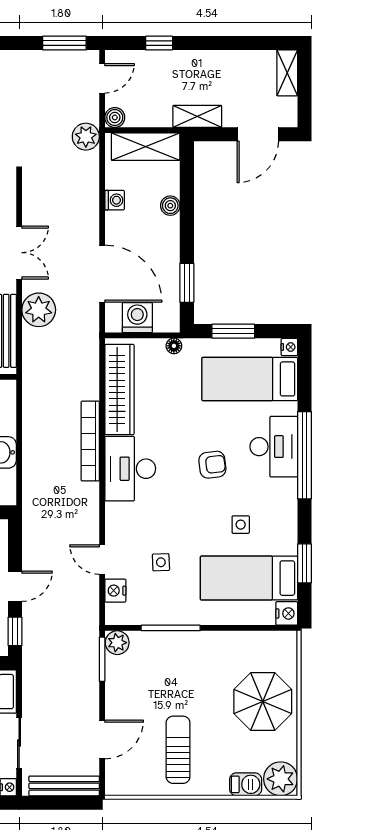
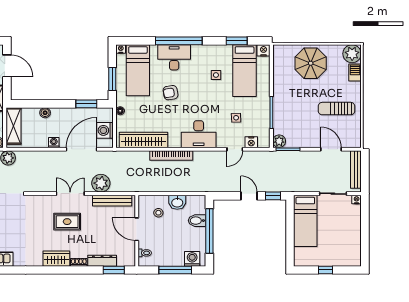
washing machine: (115, 200) -> (54, 143), moved
armchair: (212, 465) -> (171, 93), moved, turned -92
desk: (130, 469) -> (199, 134), moved

